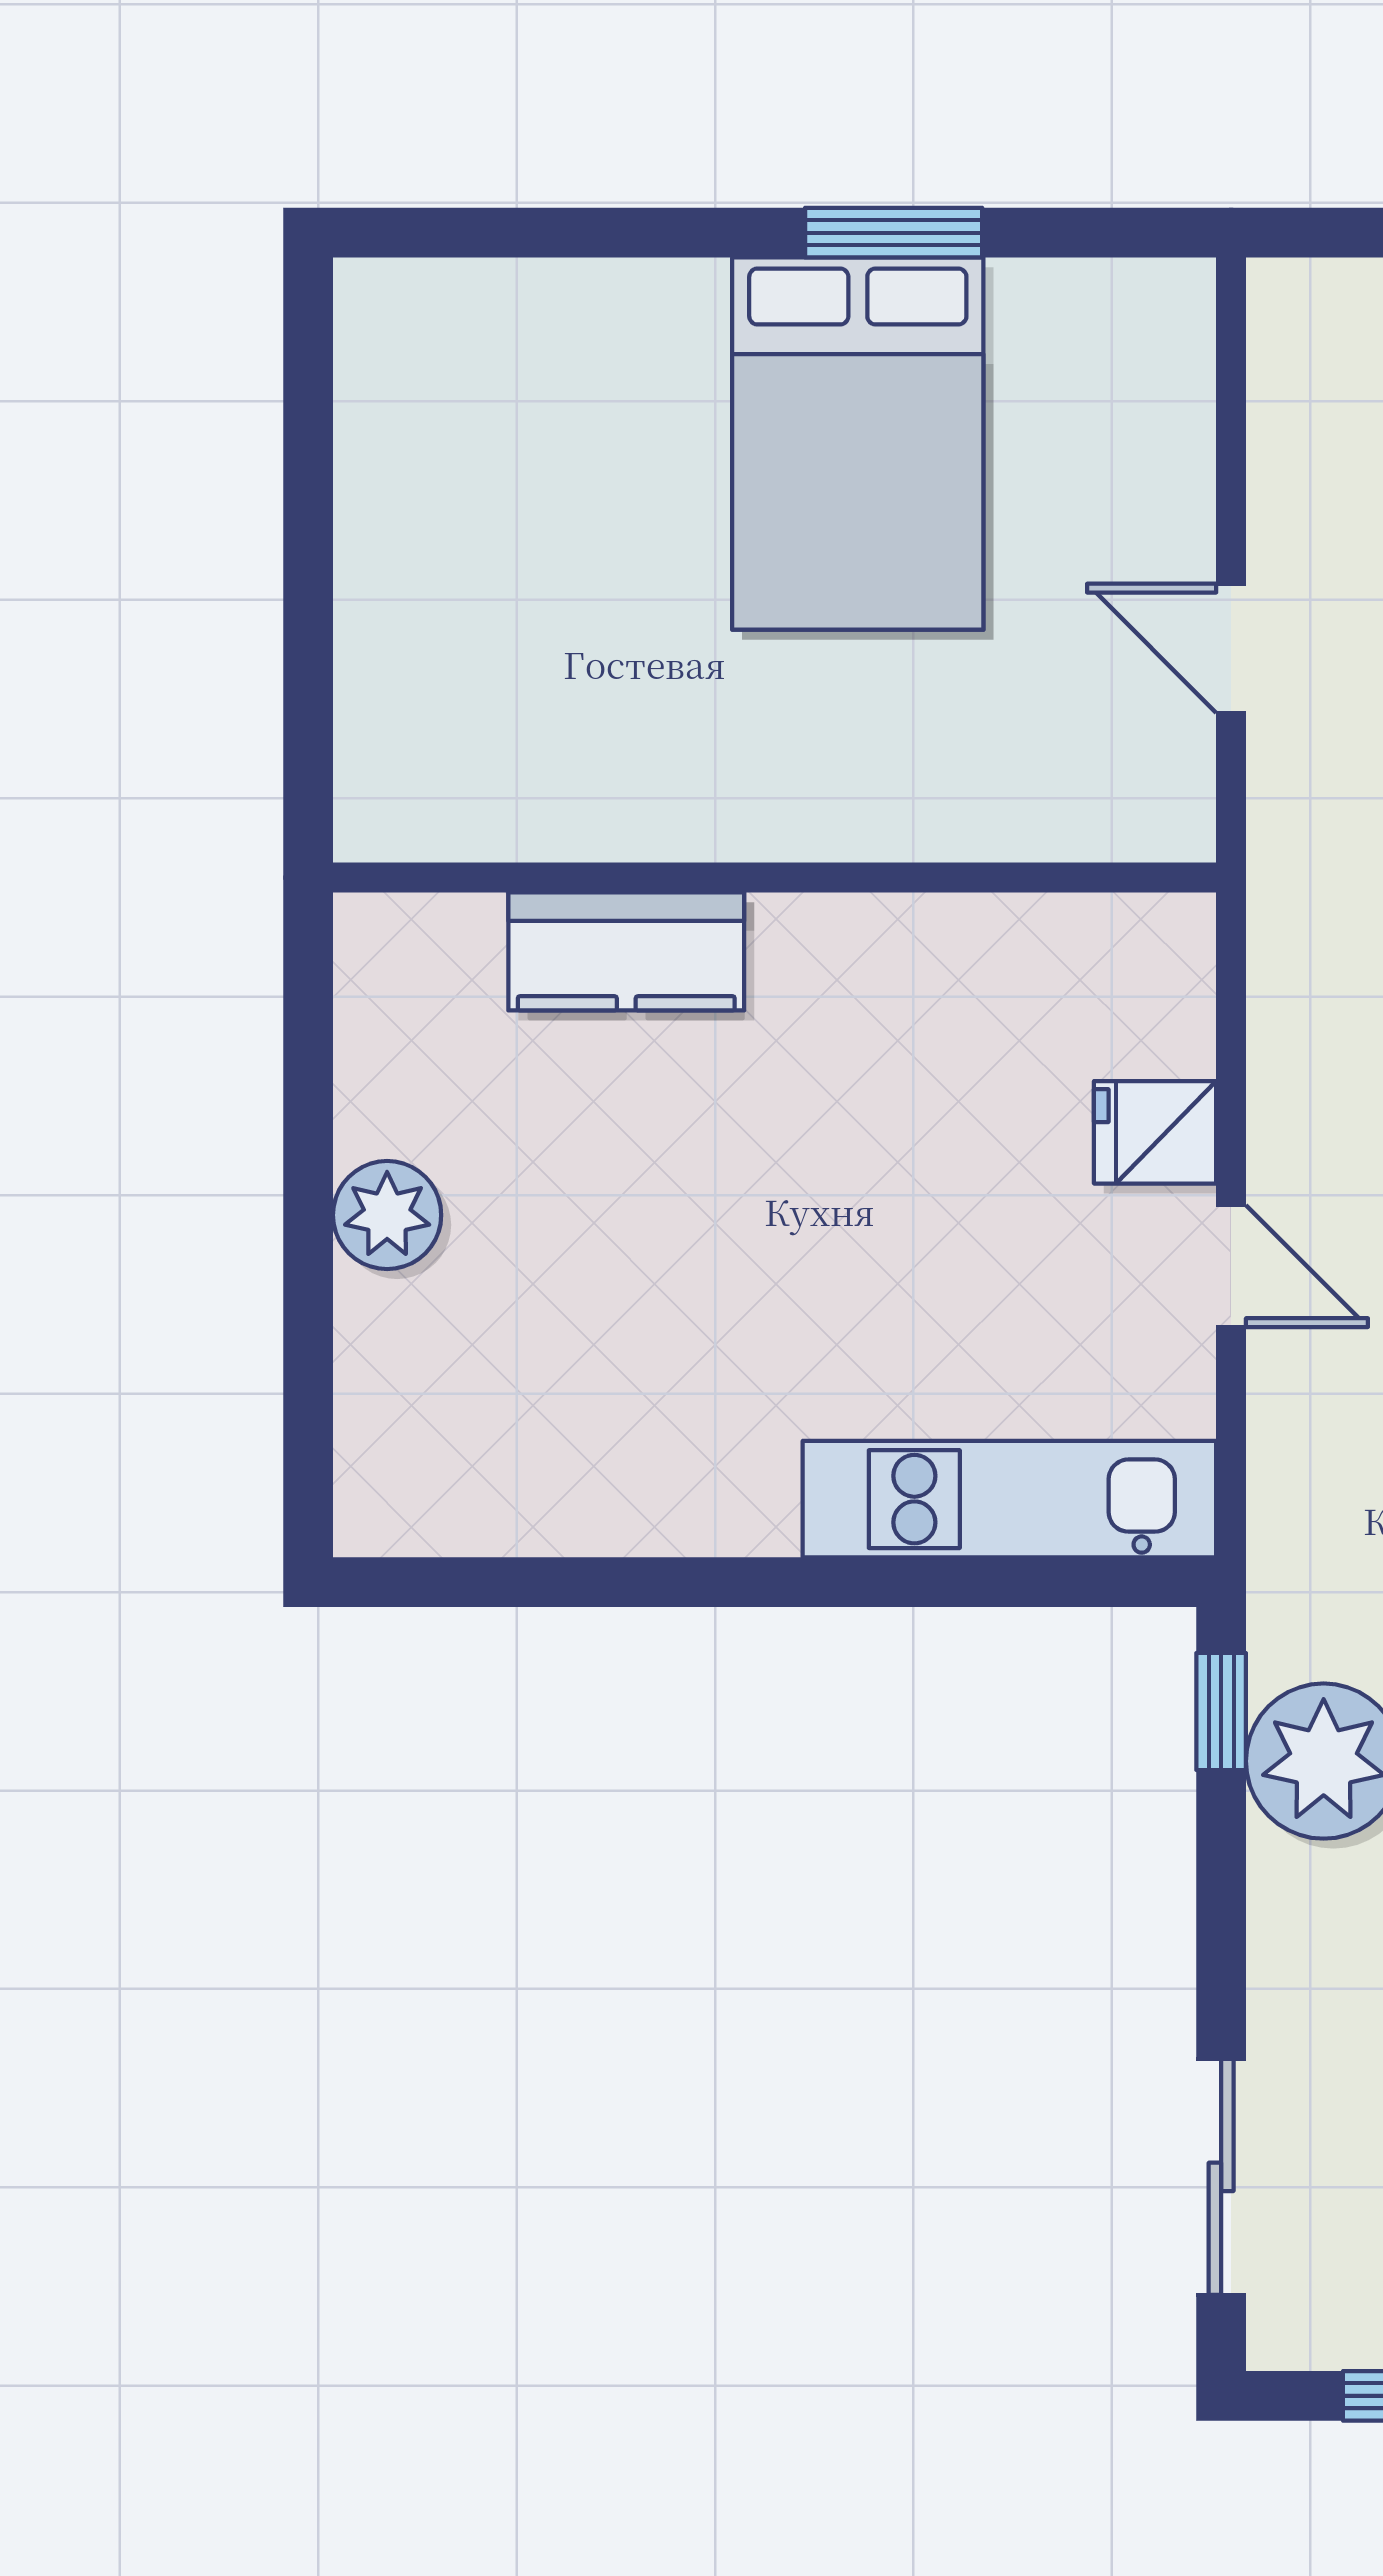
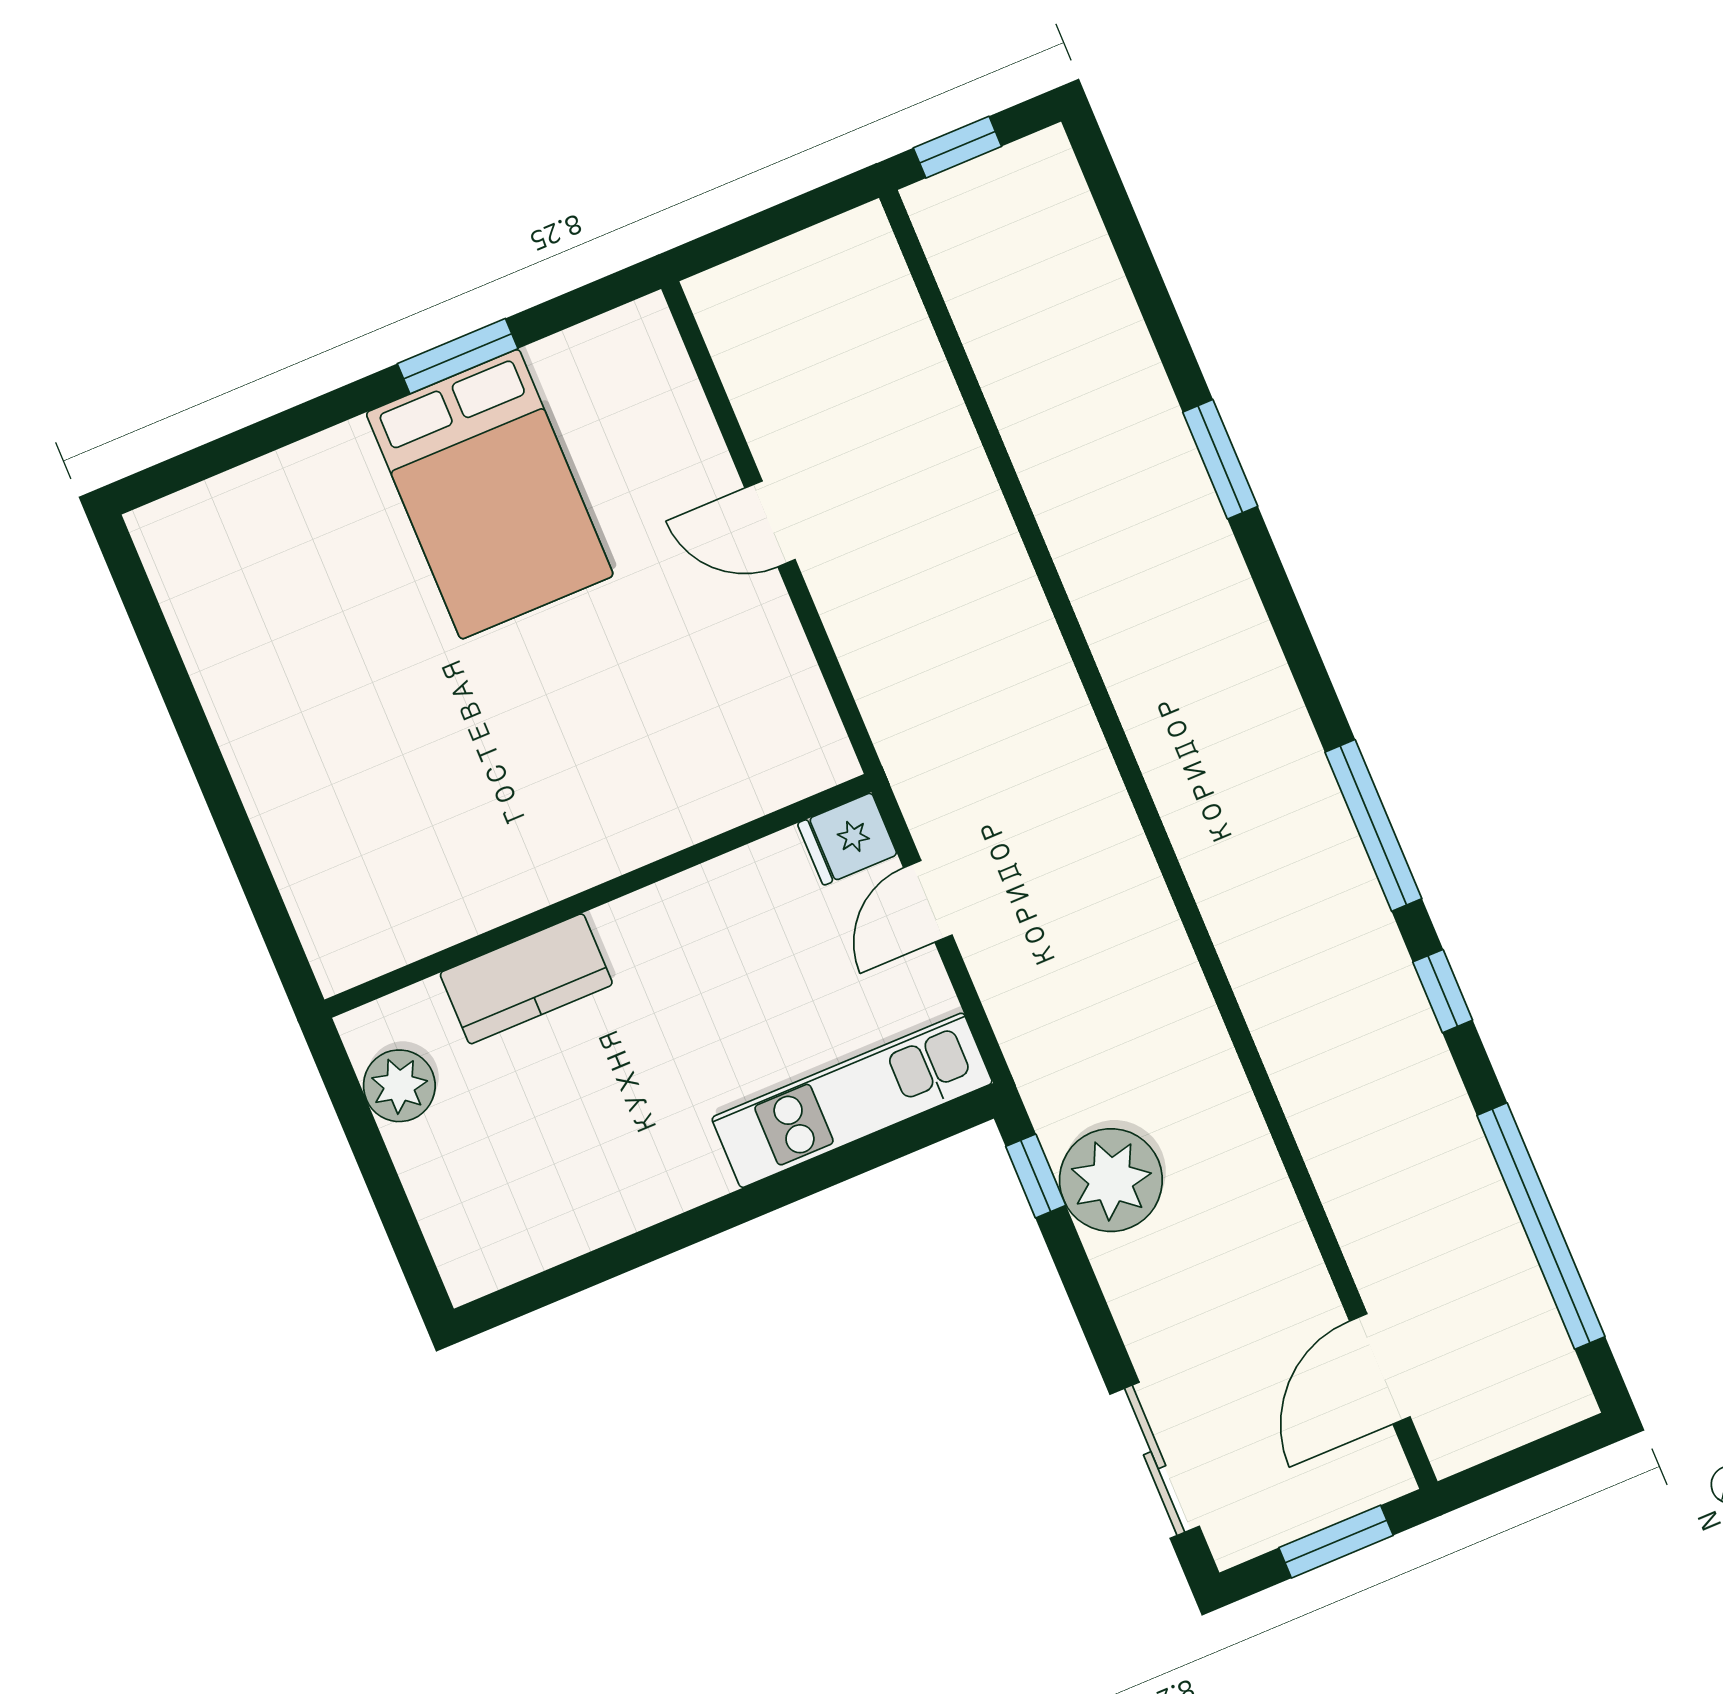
wall: (775, 878) -> (598, 896), moved
kitchen counter: (626, 951) -> (526, 979), moved
door: (1231, 1266) -> (928, 901), swing flipped

